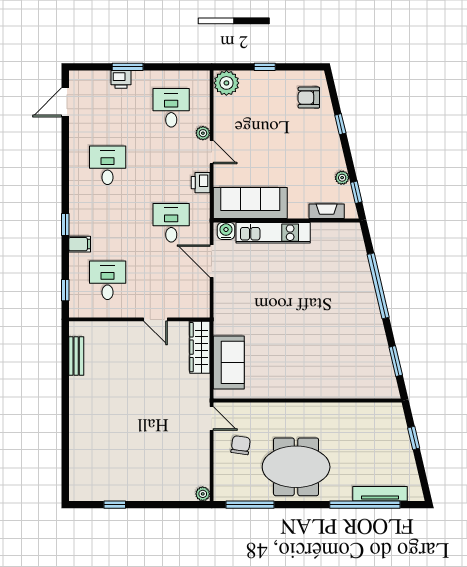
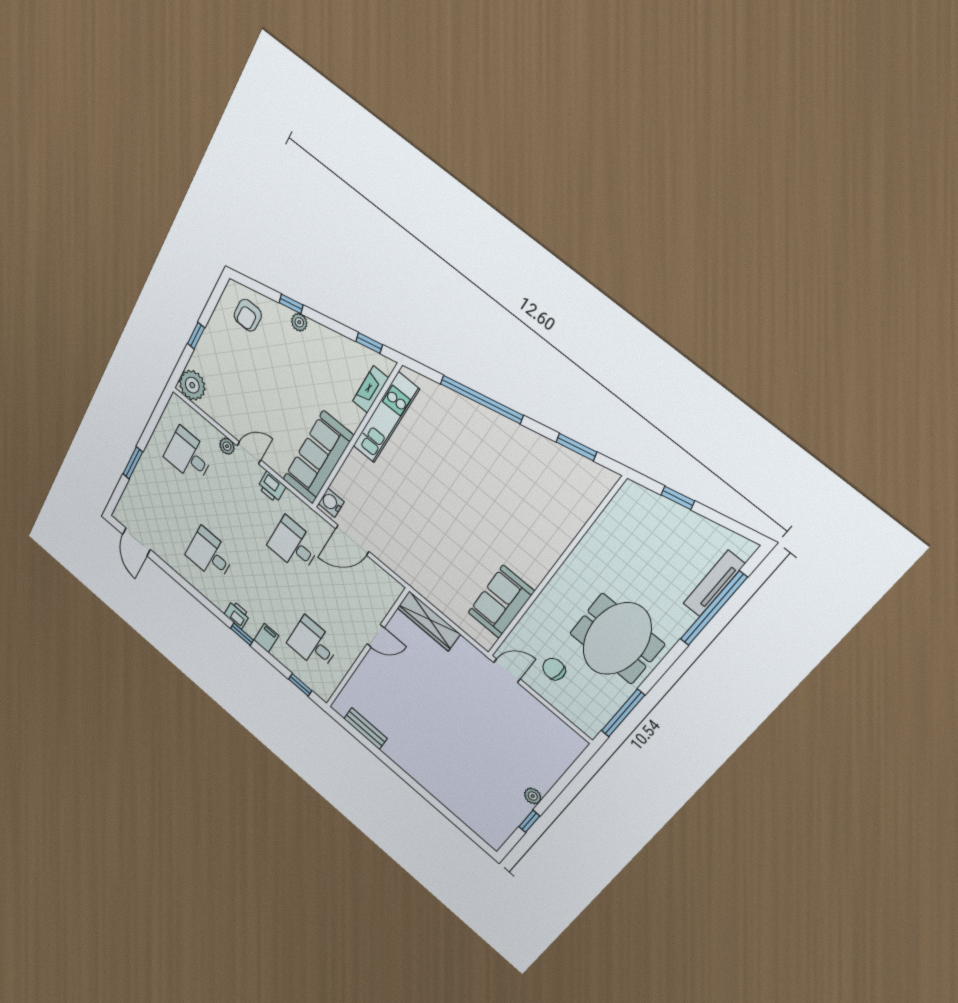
printer: (121, 79) -> (237, 615), moved, turned -90
plant: (342, 178) -> (299, 322), moved
kitchen unit: (273, 233) -> (386, 418), moved
sofa: (229, 362) -> (501, 602), moved, turned -90
plant: (203, 494) -> (533, 796), moved

